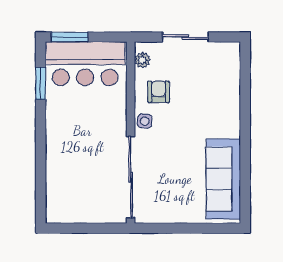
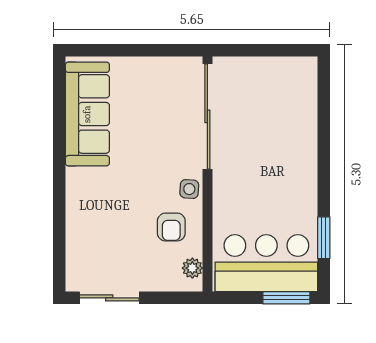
sliding door: (185, 37) -> (109, 298), moved

